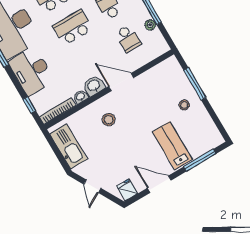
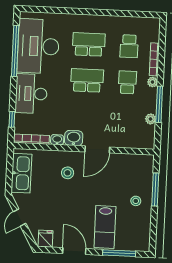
school desk: (128, 38) -> (126, 118), removed
door: (121, 82) -> (97, 149), swing flipped
lab bench: (172, 146) -> (105, 227), turned 180

